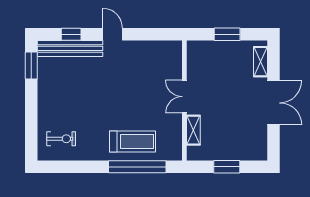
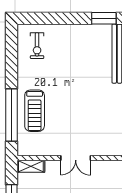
double door: (184, 97) -> (76, 158), swing flipped
shelving: (193, 130) -> (31, 166), moved

